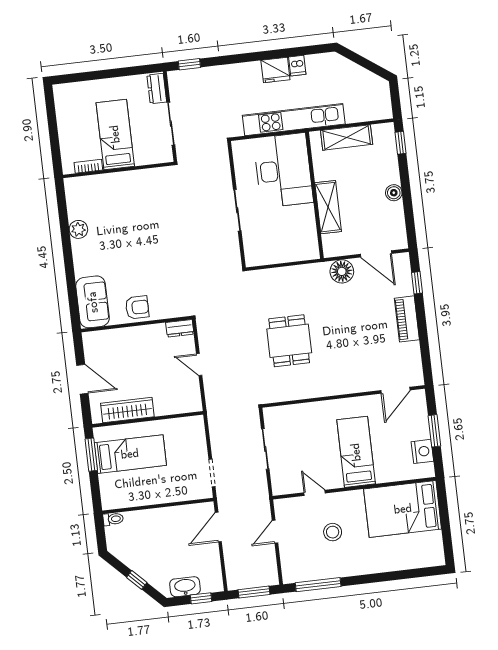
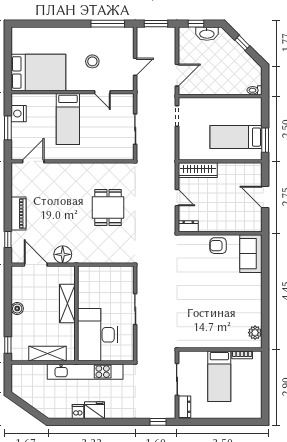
plant: (78, 229) -> (255, 333), moved
wardrobe: (127, 410) -> (198, 170), moved

